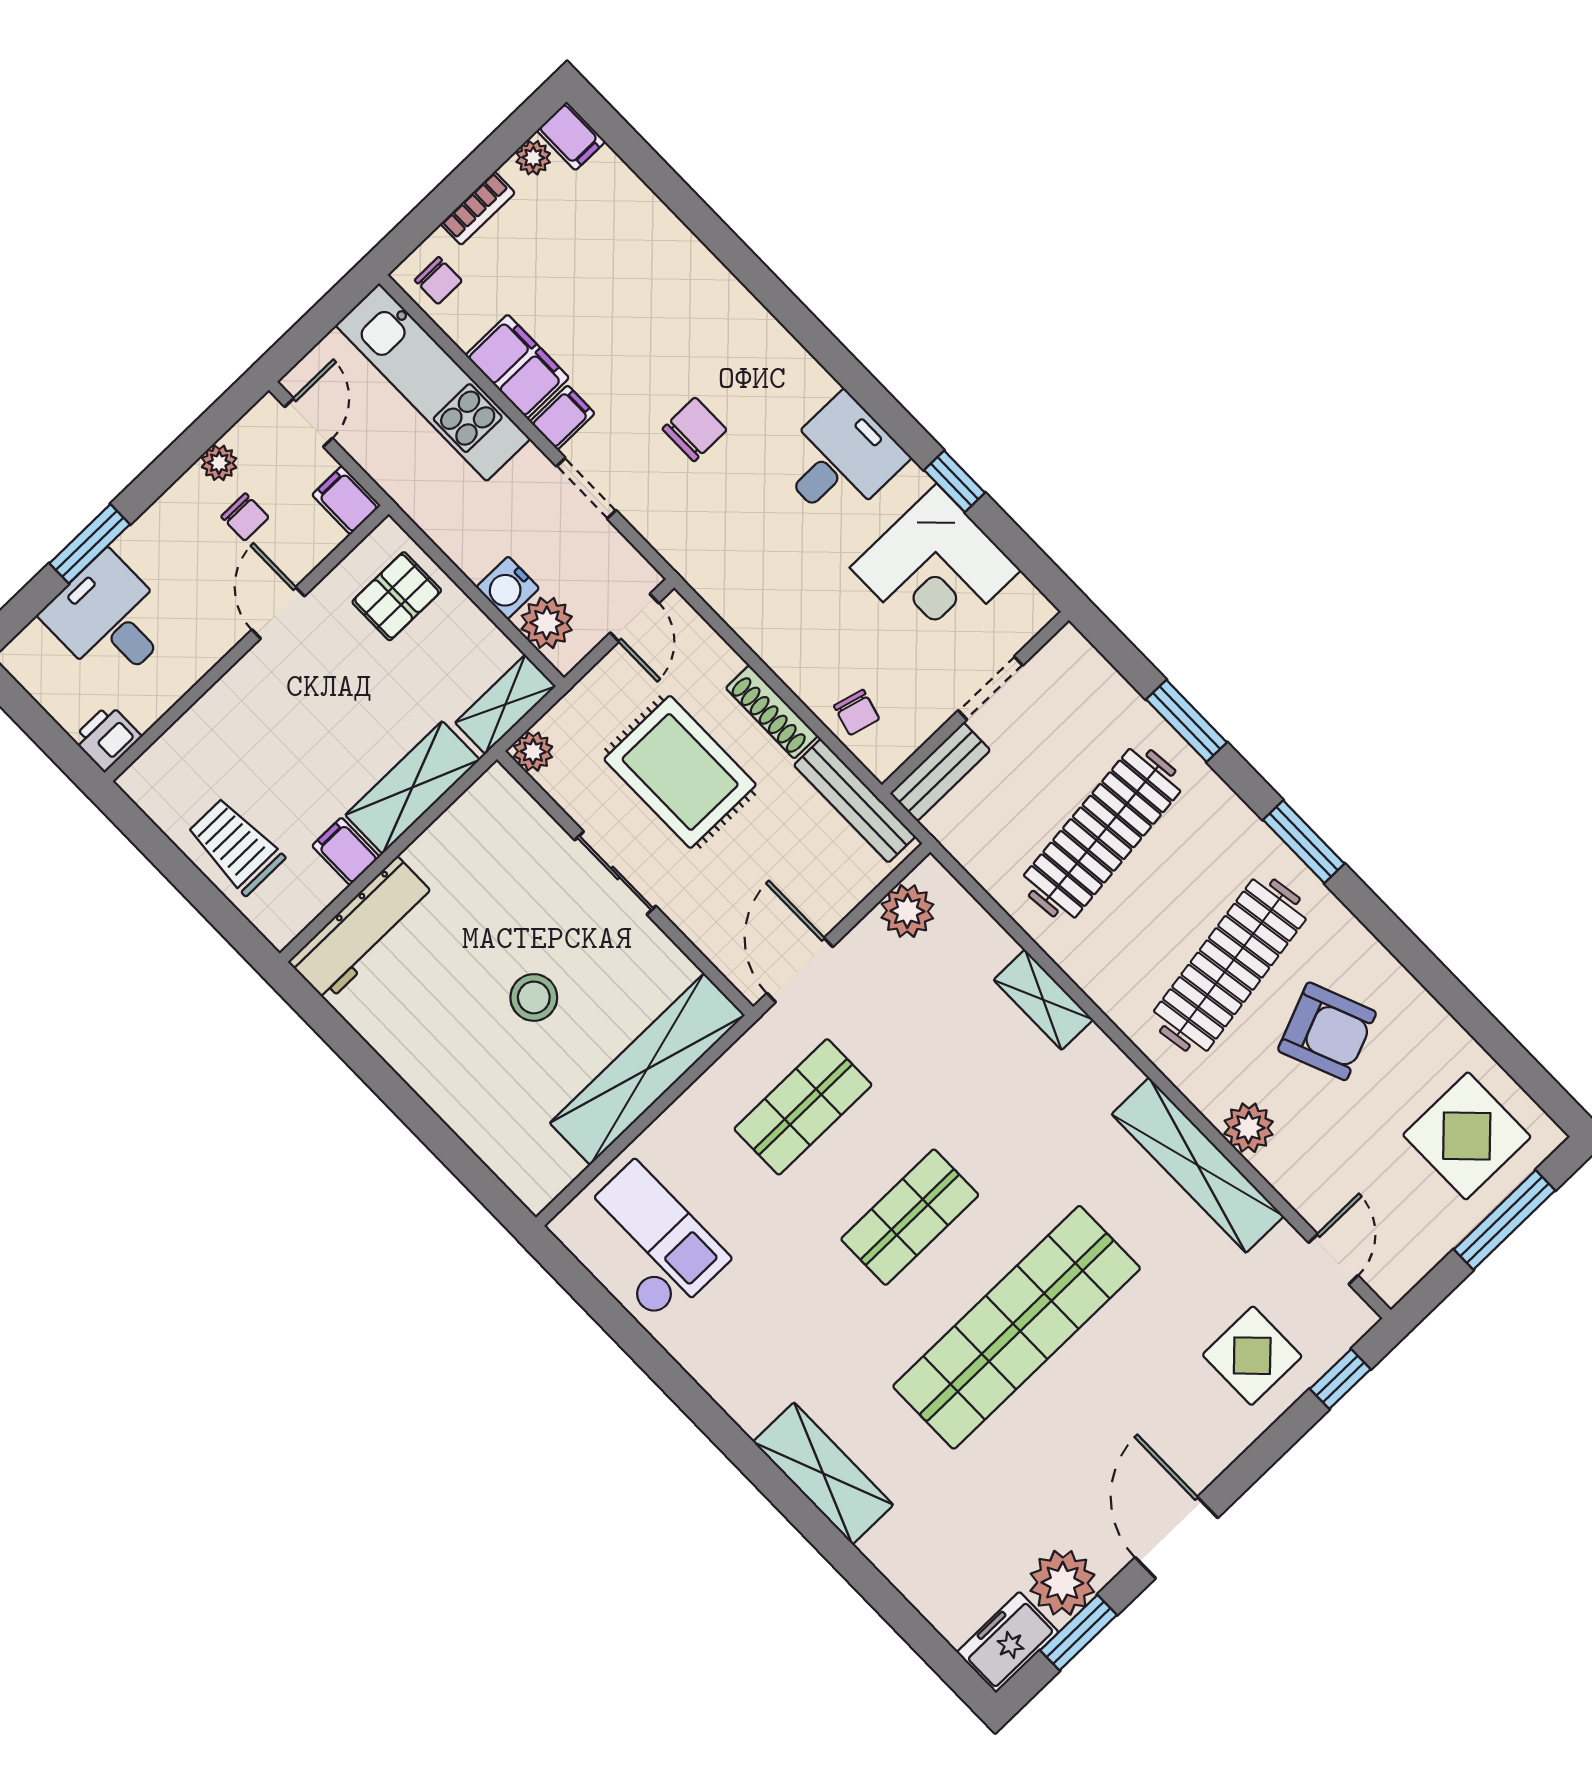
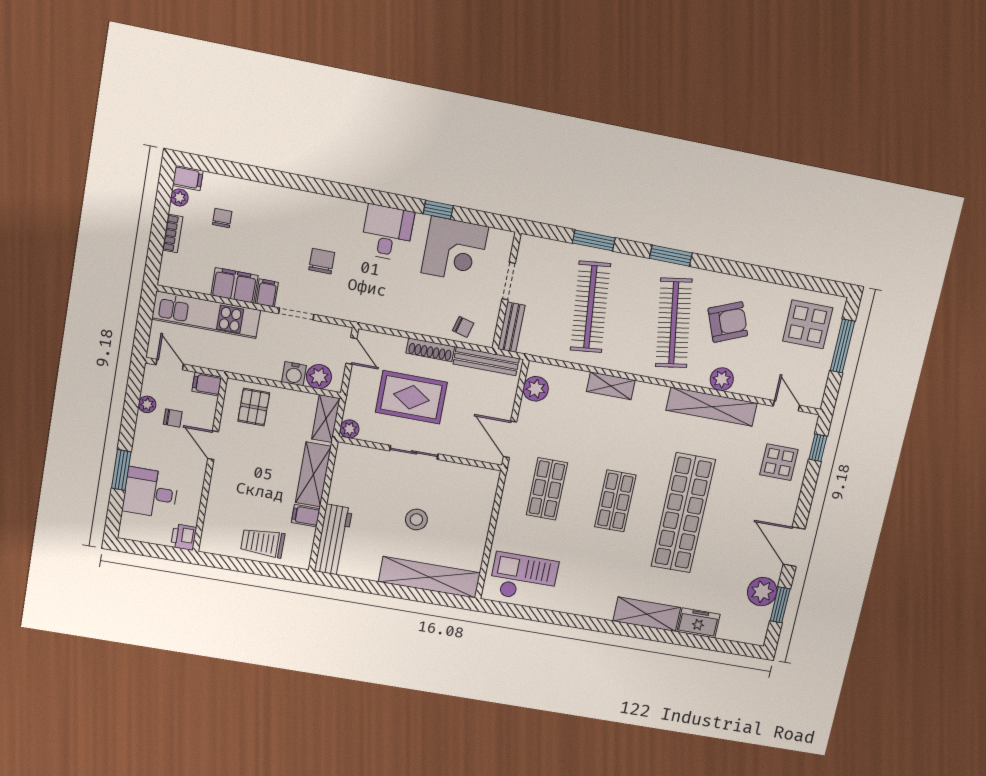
chair: (438, 281) -> (222, 218), moved, turned -90
shelving: (647, 1069) -> (429, 577), moved, turned 90
freezer: (1008, 1642) -> (698, 623), moved, turned 90

